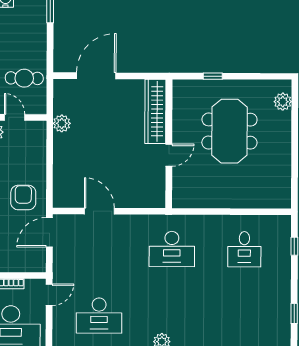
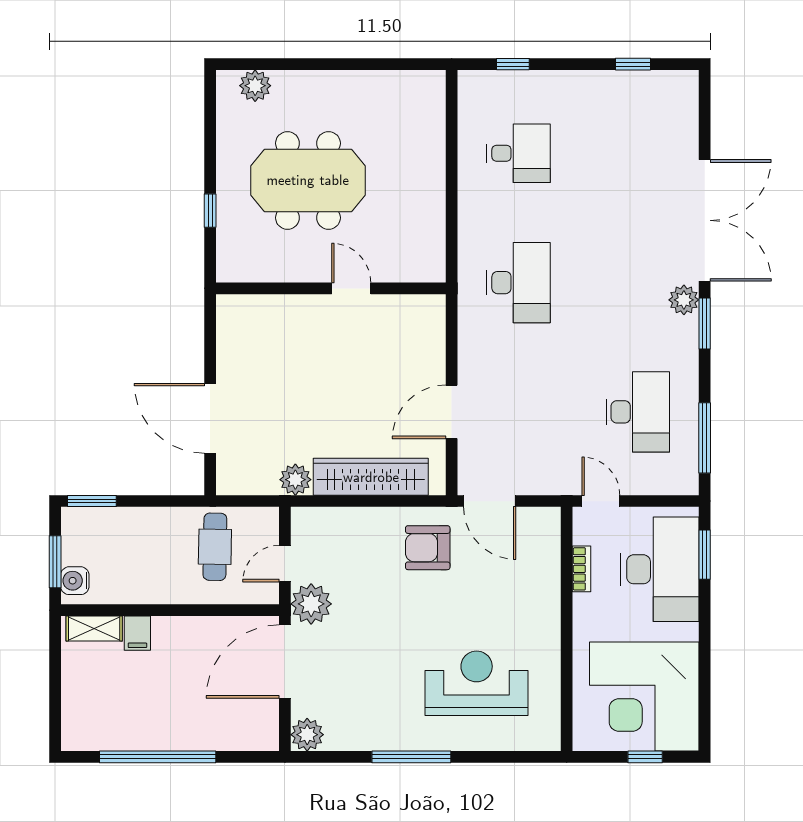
wardrobe: (155, 111) -> (371, 477), moved, turned 180

